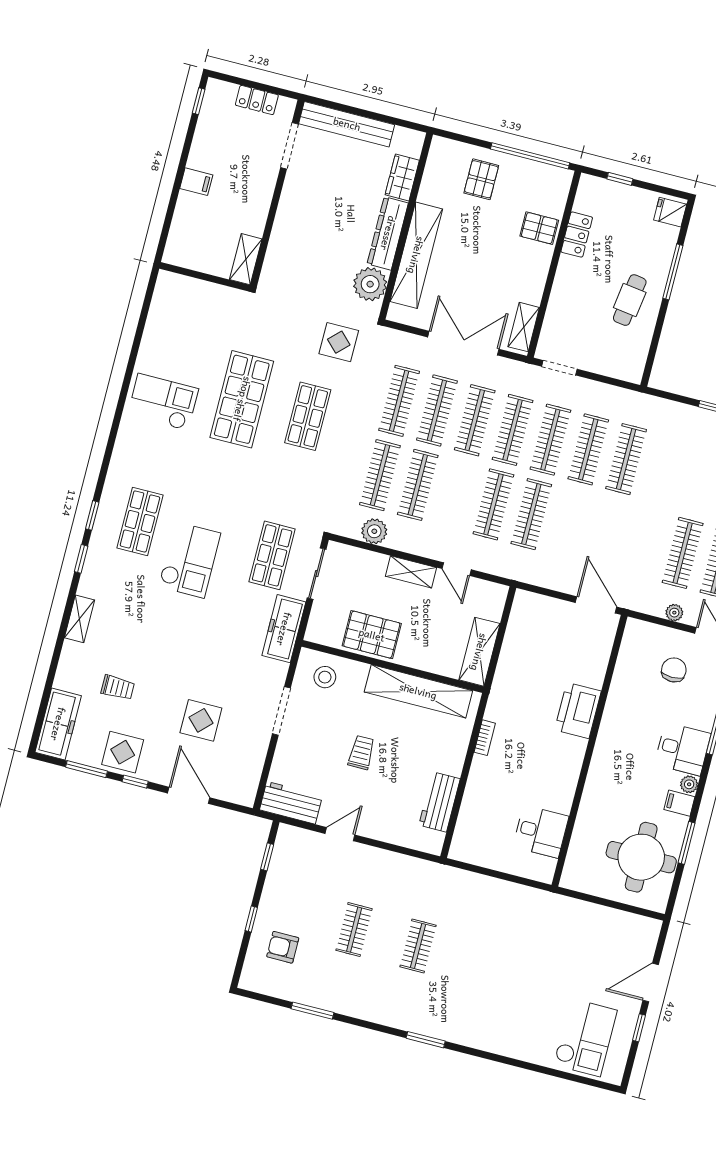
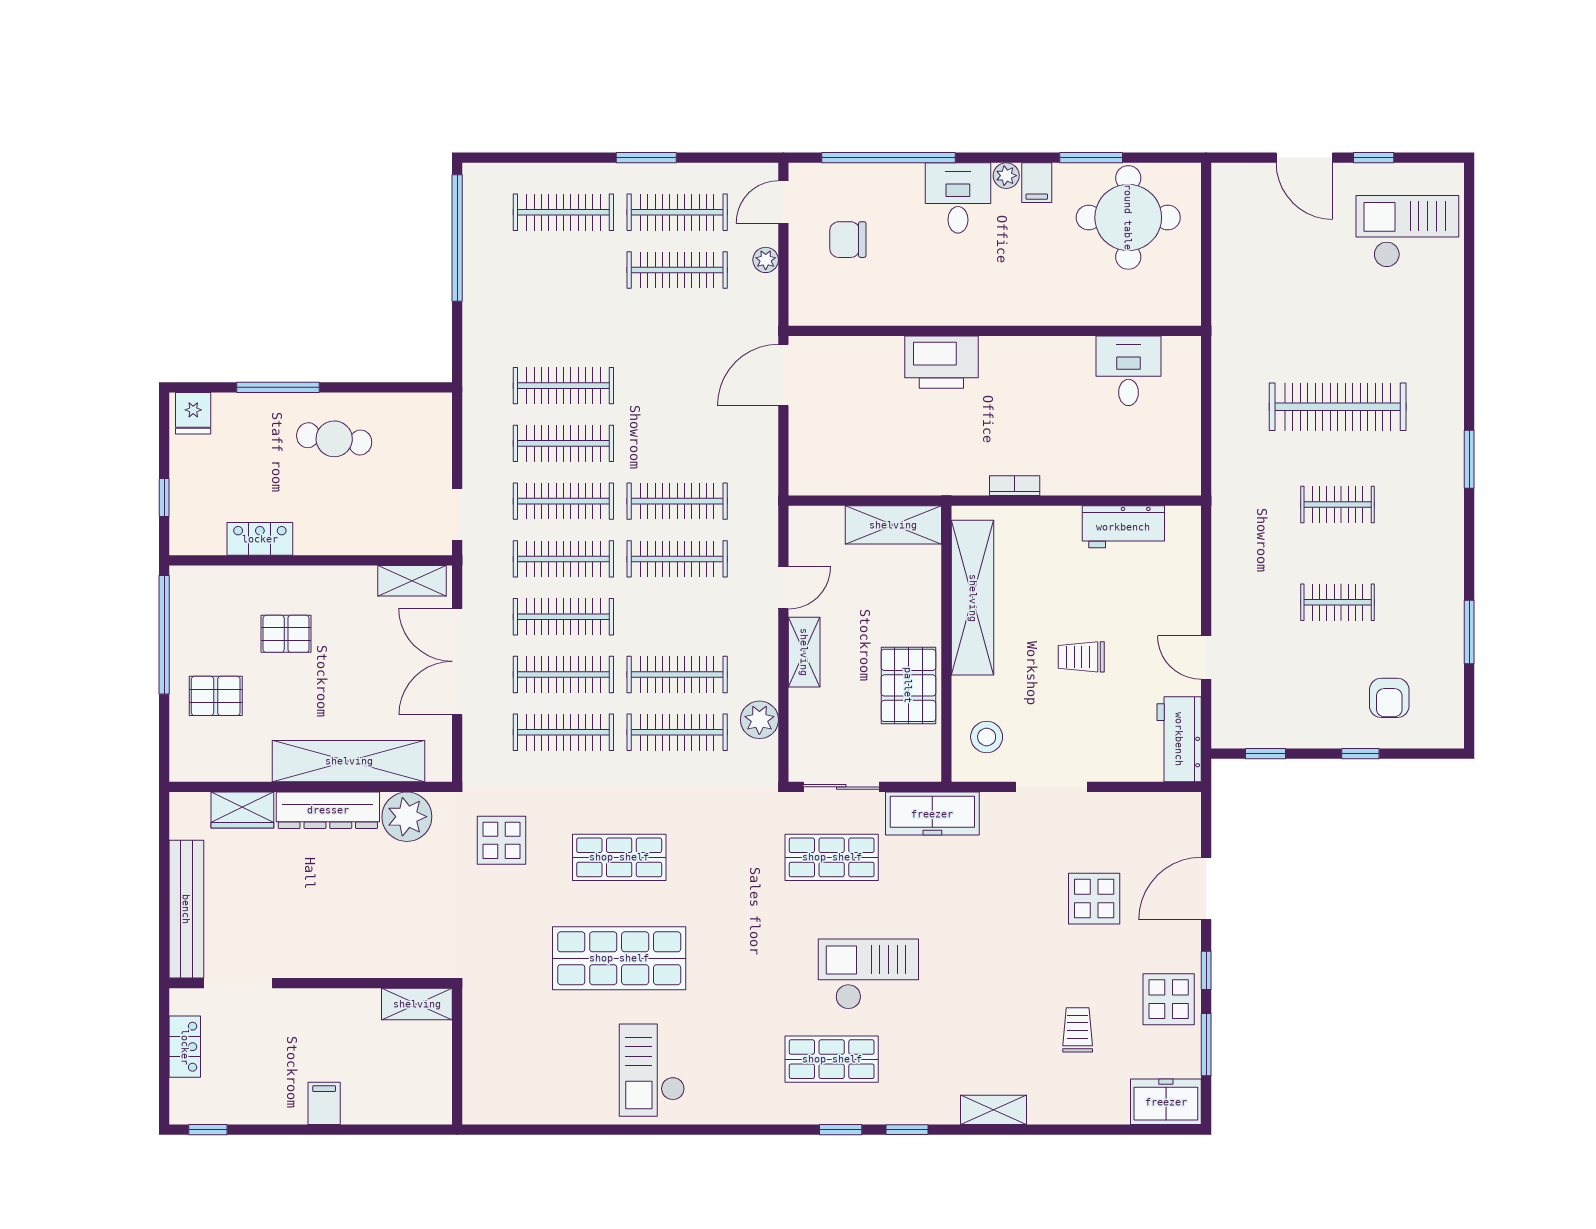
pallet: (539, 228) -> (286, 634), moved, turned 90
freezer: (58, 724) -> (1166, 1102), width x0.71
clothes rail: (482, 962) -> (1338, 407), added

